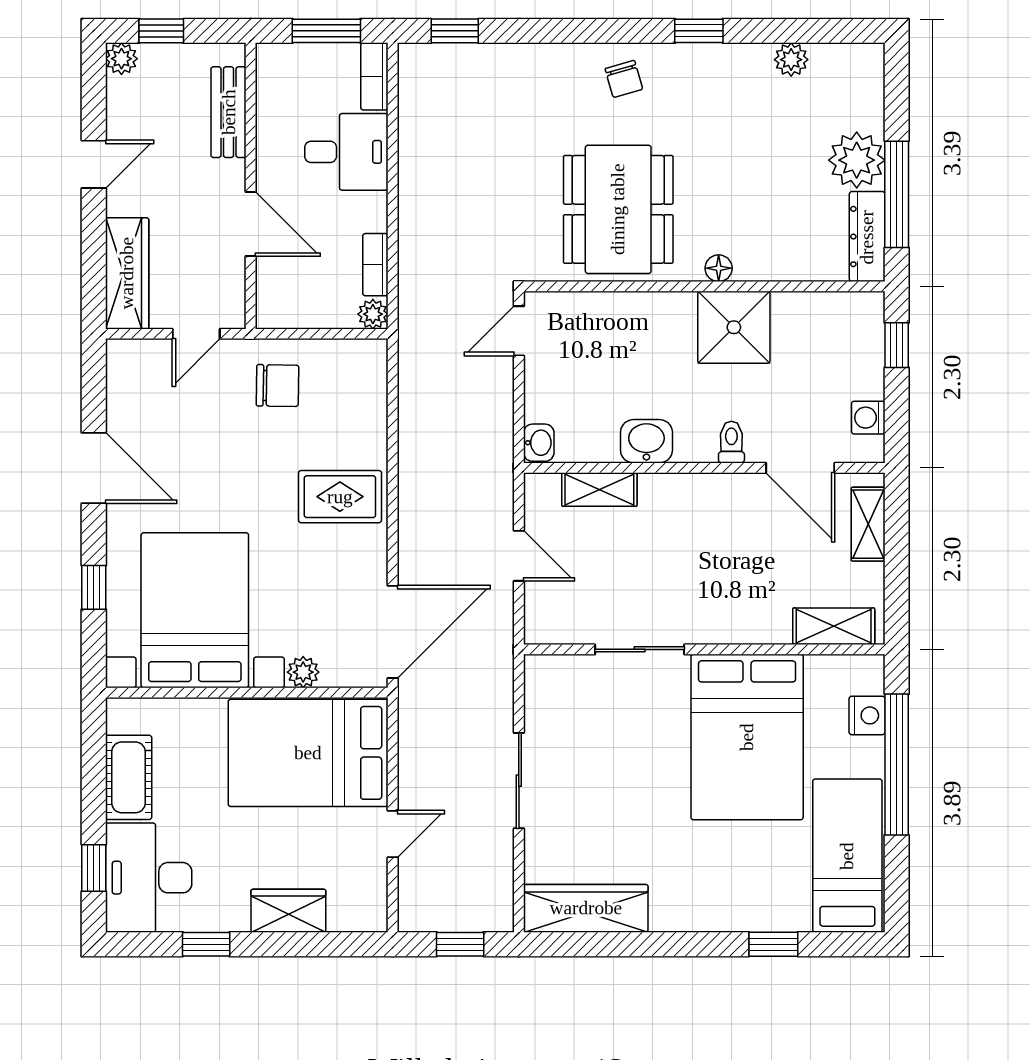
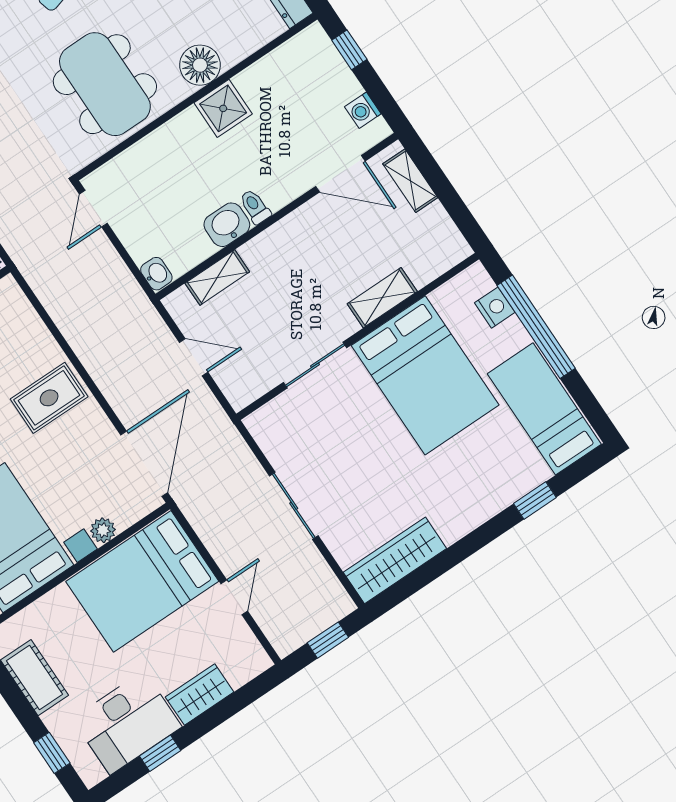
floor lamp: (719, 268) -> (200, 65), width x1.89, depth x1.89
shower: (734, 327) -> (223, 108), width x0.73, depth x0.73
toilet: (731, 442) -> (255, 207), moved
shelving: (834, 626) -> (382, 298), moved
desk: (149, 878) -> (127, 723), moved, turned -90

